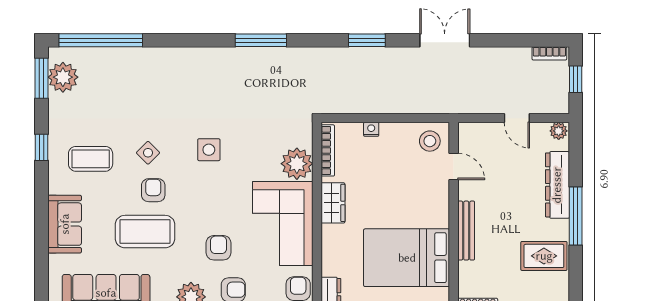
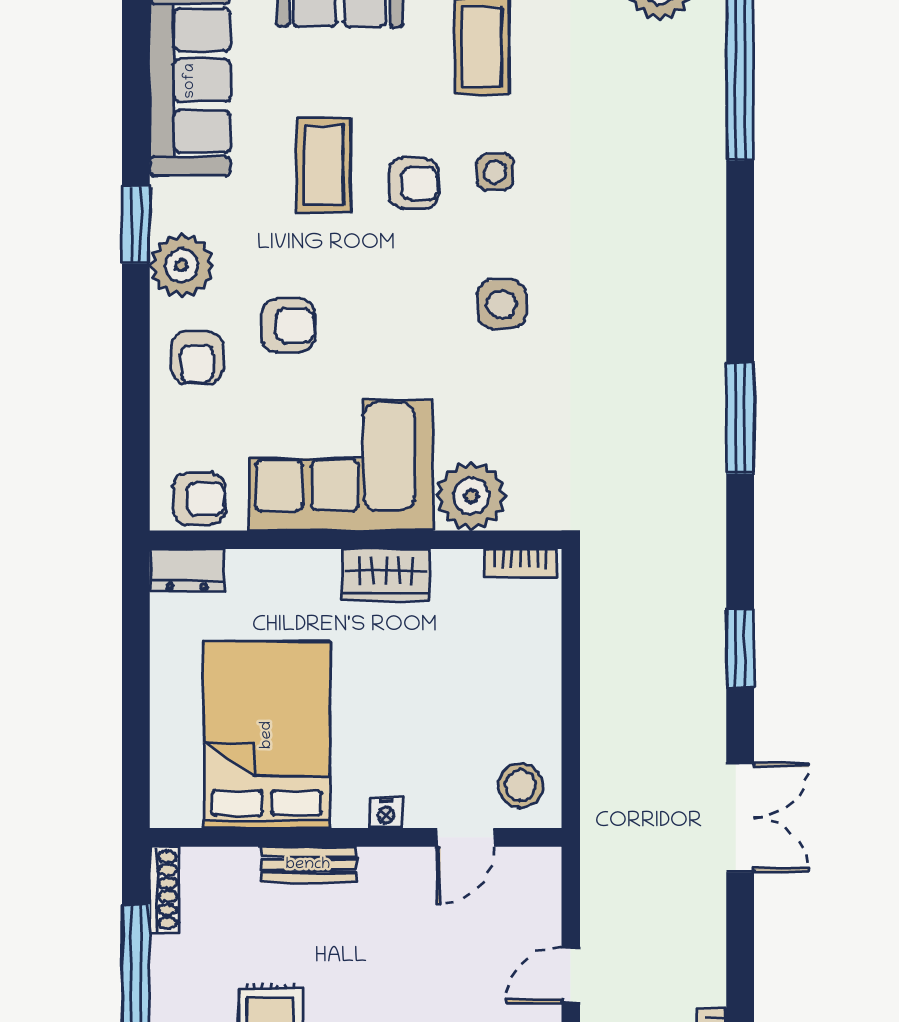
nightstand: (371, 129) -> (386, 813), moved, turned 90
bookcase: (328, 150) -> (520, 563), width x0.64
side table: (148, 153) -> (495, 172), turned 45
bench: (466, 231) -> (308, 865), width x0.73
coffee table: (145, 232) -> (324, 165), width x0.73, depth x0.76

